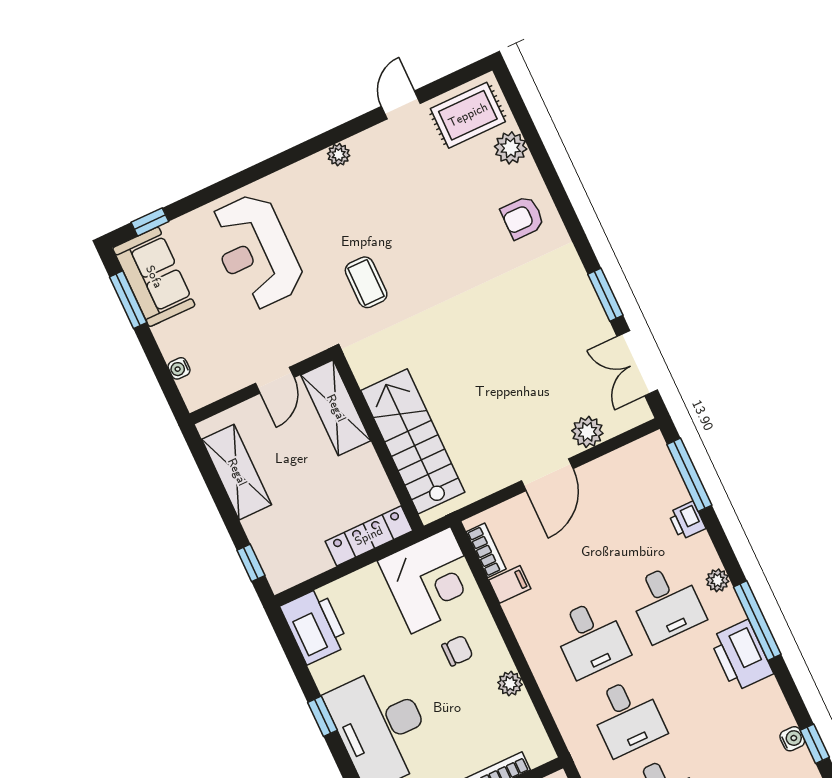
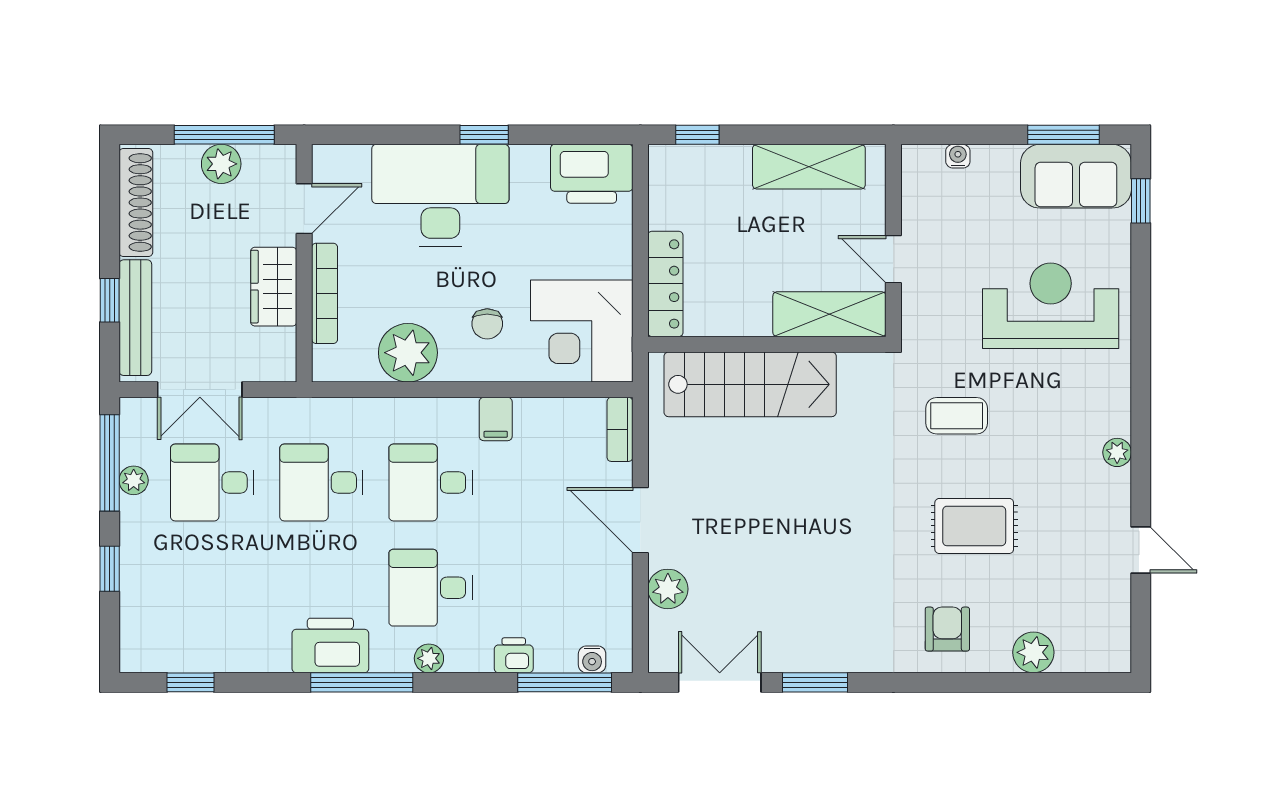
rug: (468, 115) -> (974, 526), moved, turned 90
bookcase: (486, 550) -> (620, 429), moved, turned 90
filing cabinet: (510, 584) -> (496, 419), moved
plant: (510, 684) -> (408, 353), width x1.88, depth x1.88
water cooler: (792, 739) -> (592, 659), moved

